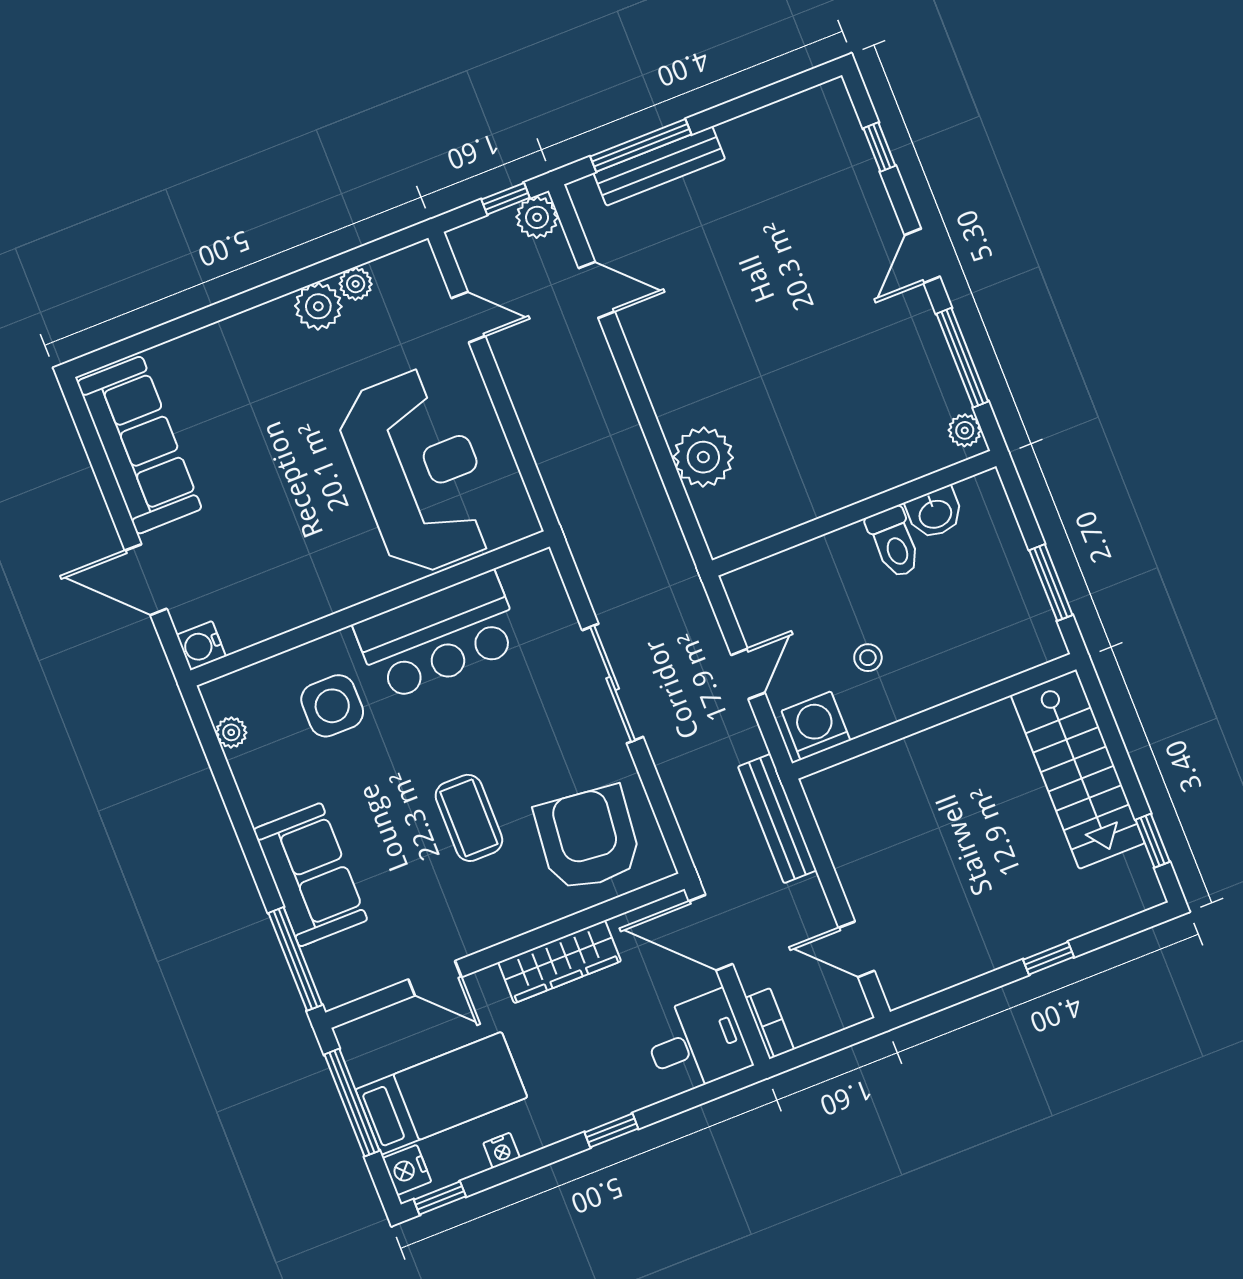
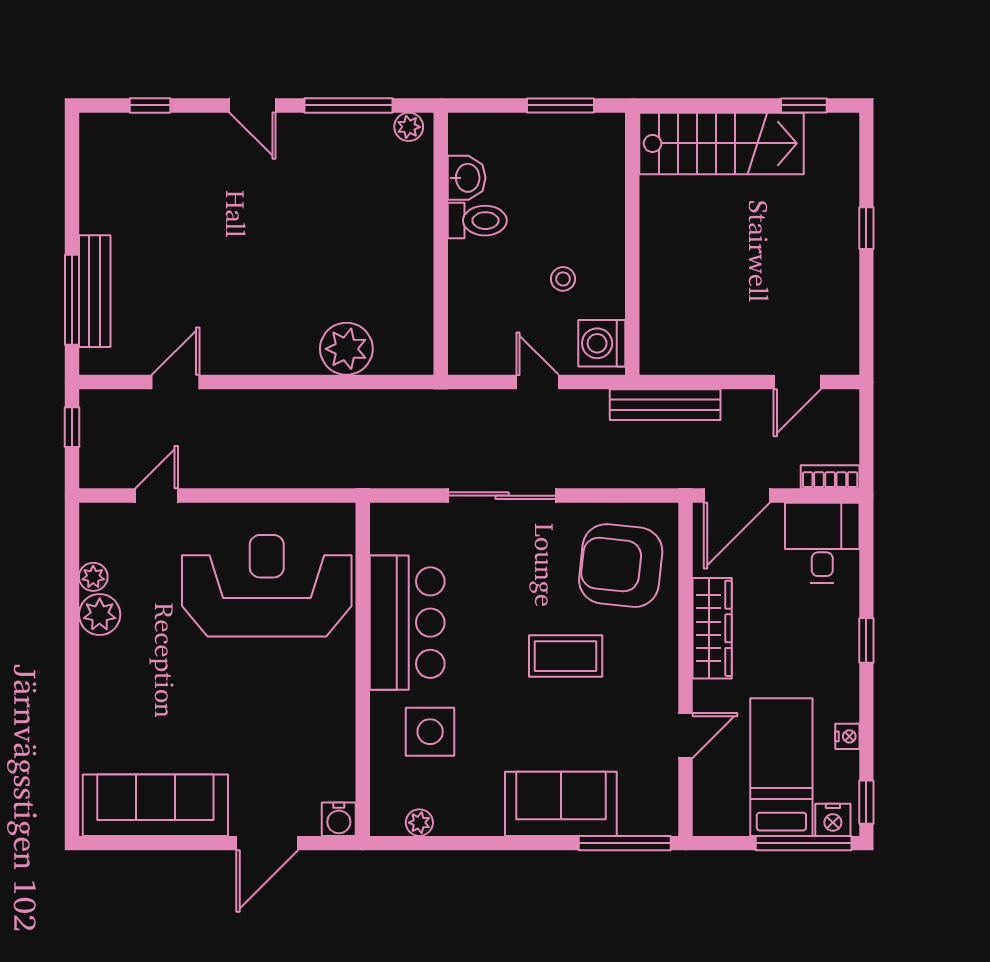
plant: (537, 217) -> (97, 407), removed
window: (352, 1103) -> (804, 843), moved

